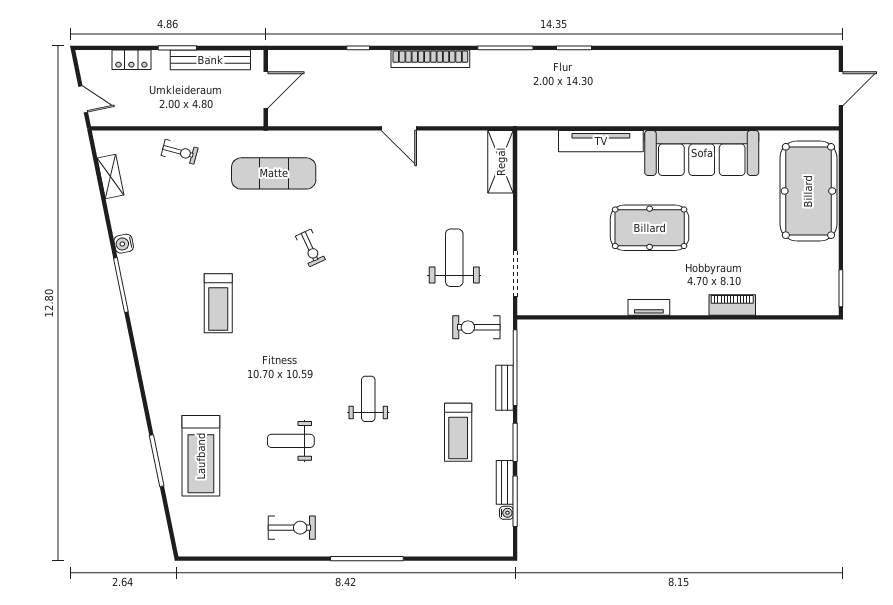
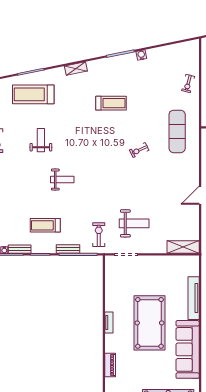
shelving: (111, 177) -> (76, 69), moved
pool table: (650, 228) -> (149, 323), width x1.36, depth x1.32
treadmill: (218, 303) -> (111, 103), turned 180

